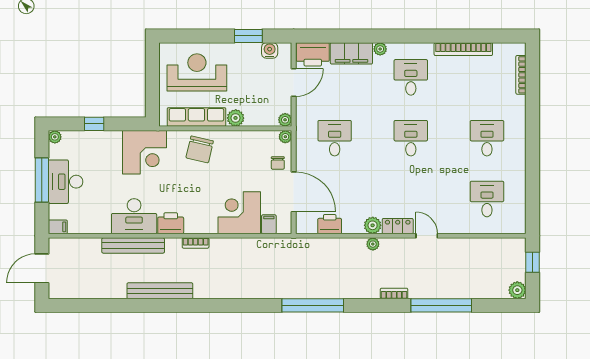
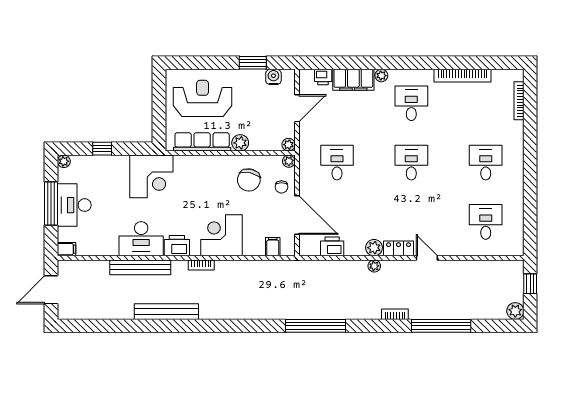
printer: (313, 54) -> (323, 77), width x0.53, depth x0.68
chair: (200, 149) -> (249, 180), moved
corner desk: (239, 213) -> (221, 235), moved

